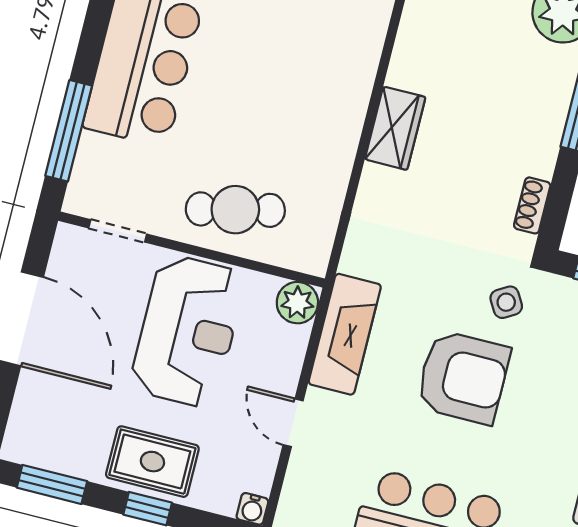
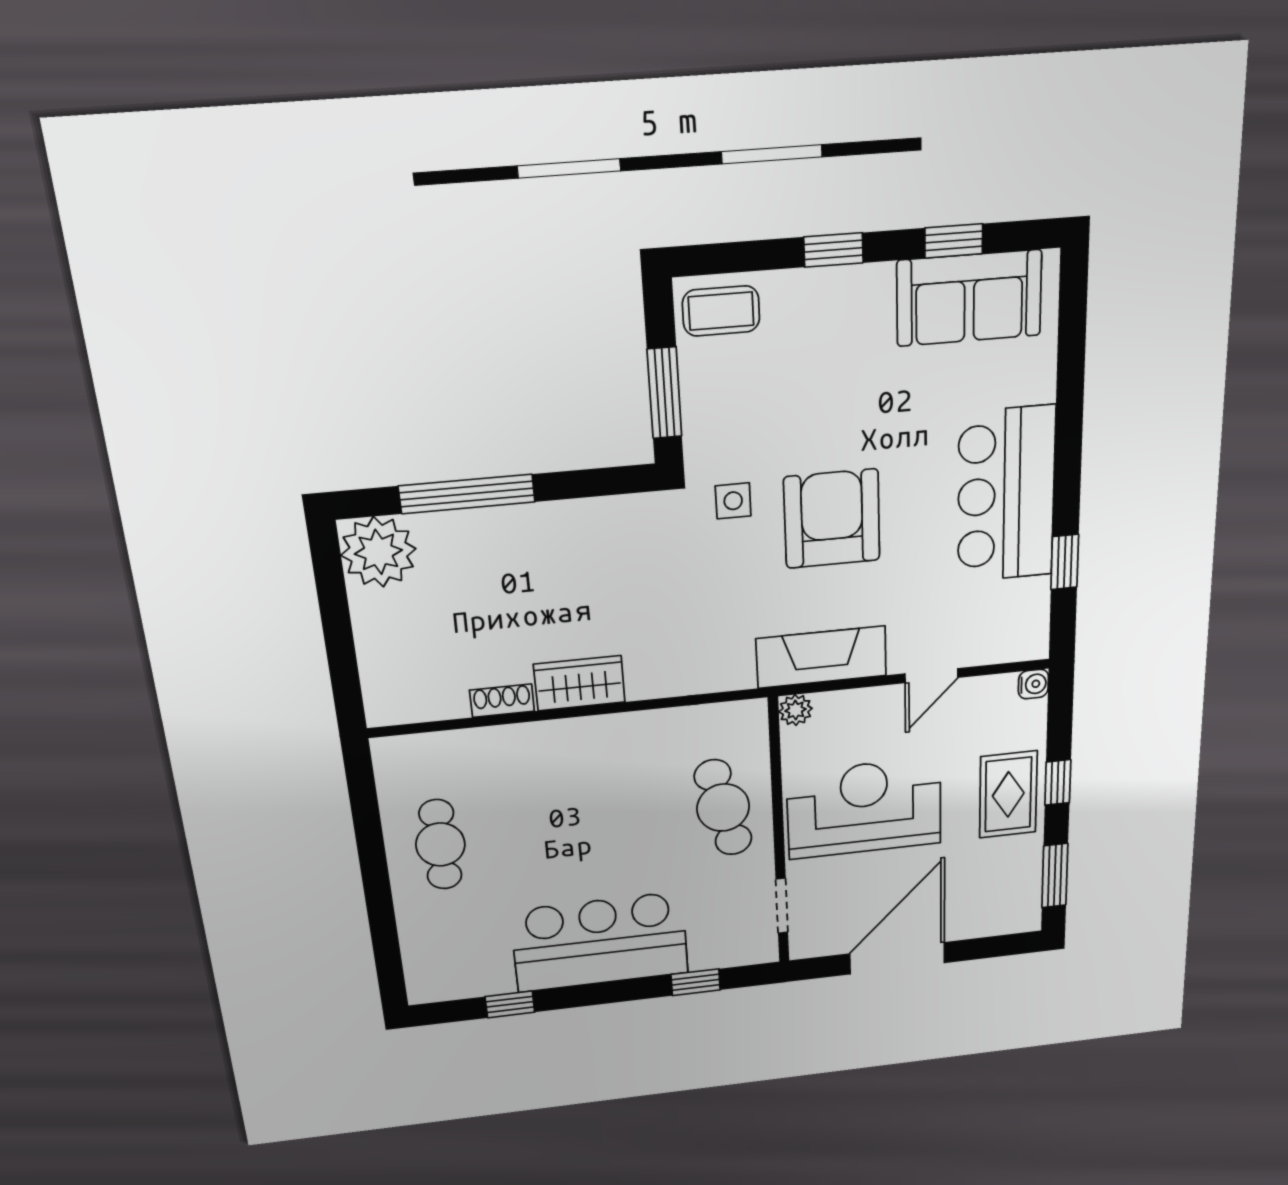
window: (69, 131) -> (696, 982), width x0.46
shoe rack: (532, 205) -> (502, 701), moved, turned 180
side table: (506, 302) -> (733, 501), turned 31
plant: (297, 303) -> (795, 710), width x0.73, depth x0.73

